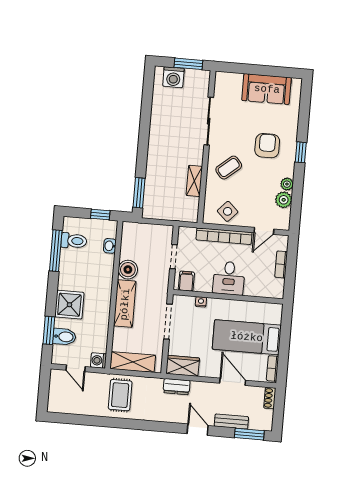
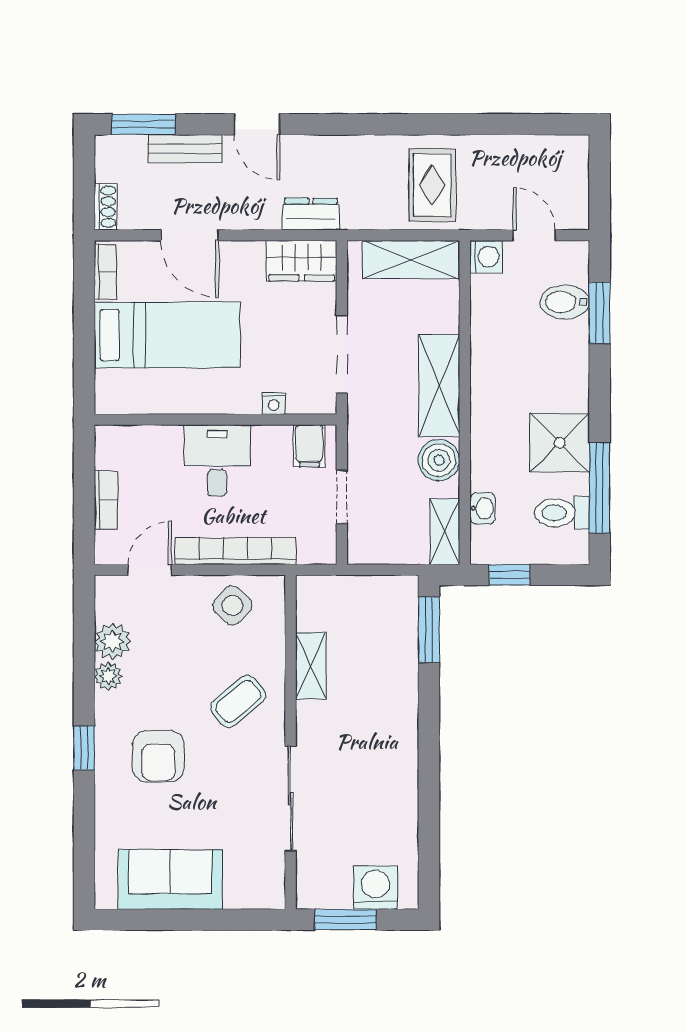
shelving: (128, 237) -> (445, 532), added
shower: (69, 305) -> (560, 443), moved

